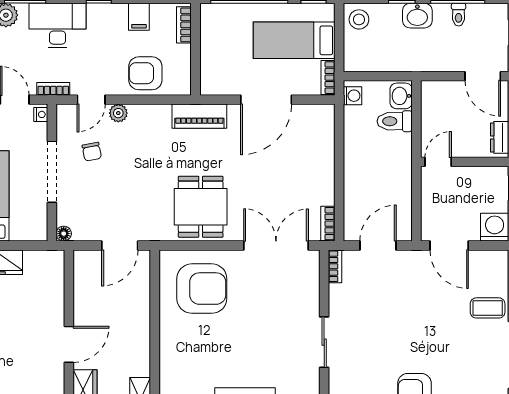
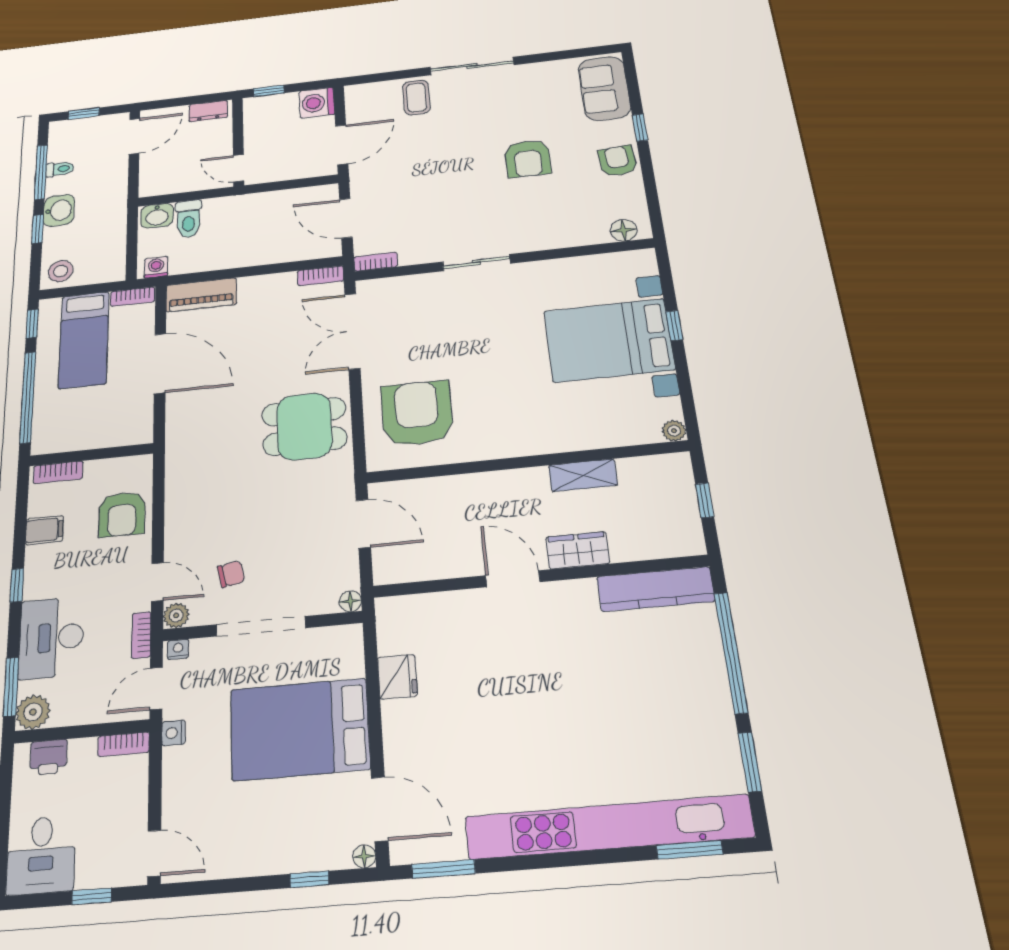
plant: (118, 113) -> (176, 615), moved
piano: (199, 116) -> (201, 295), moved, turned 90

